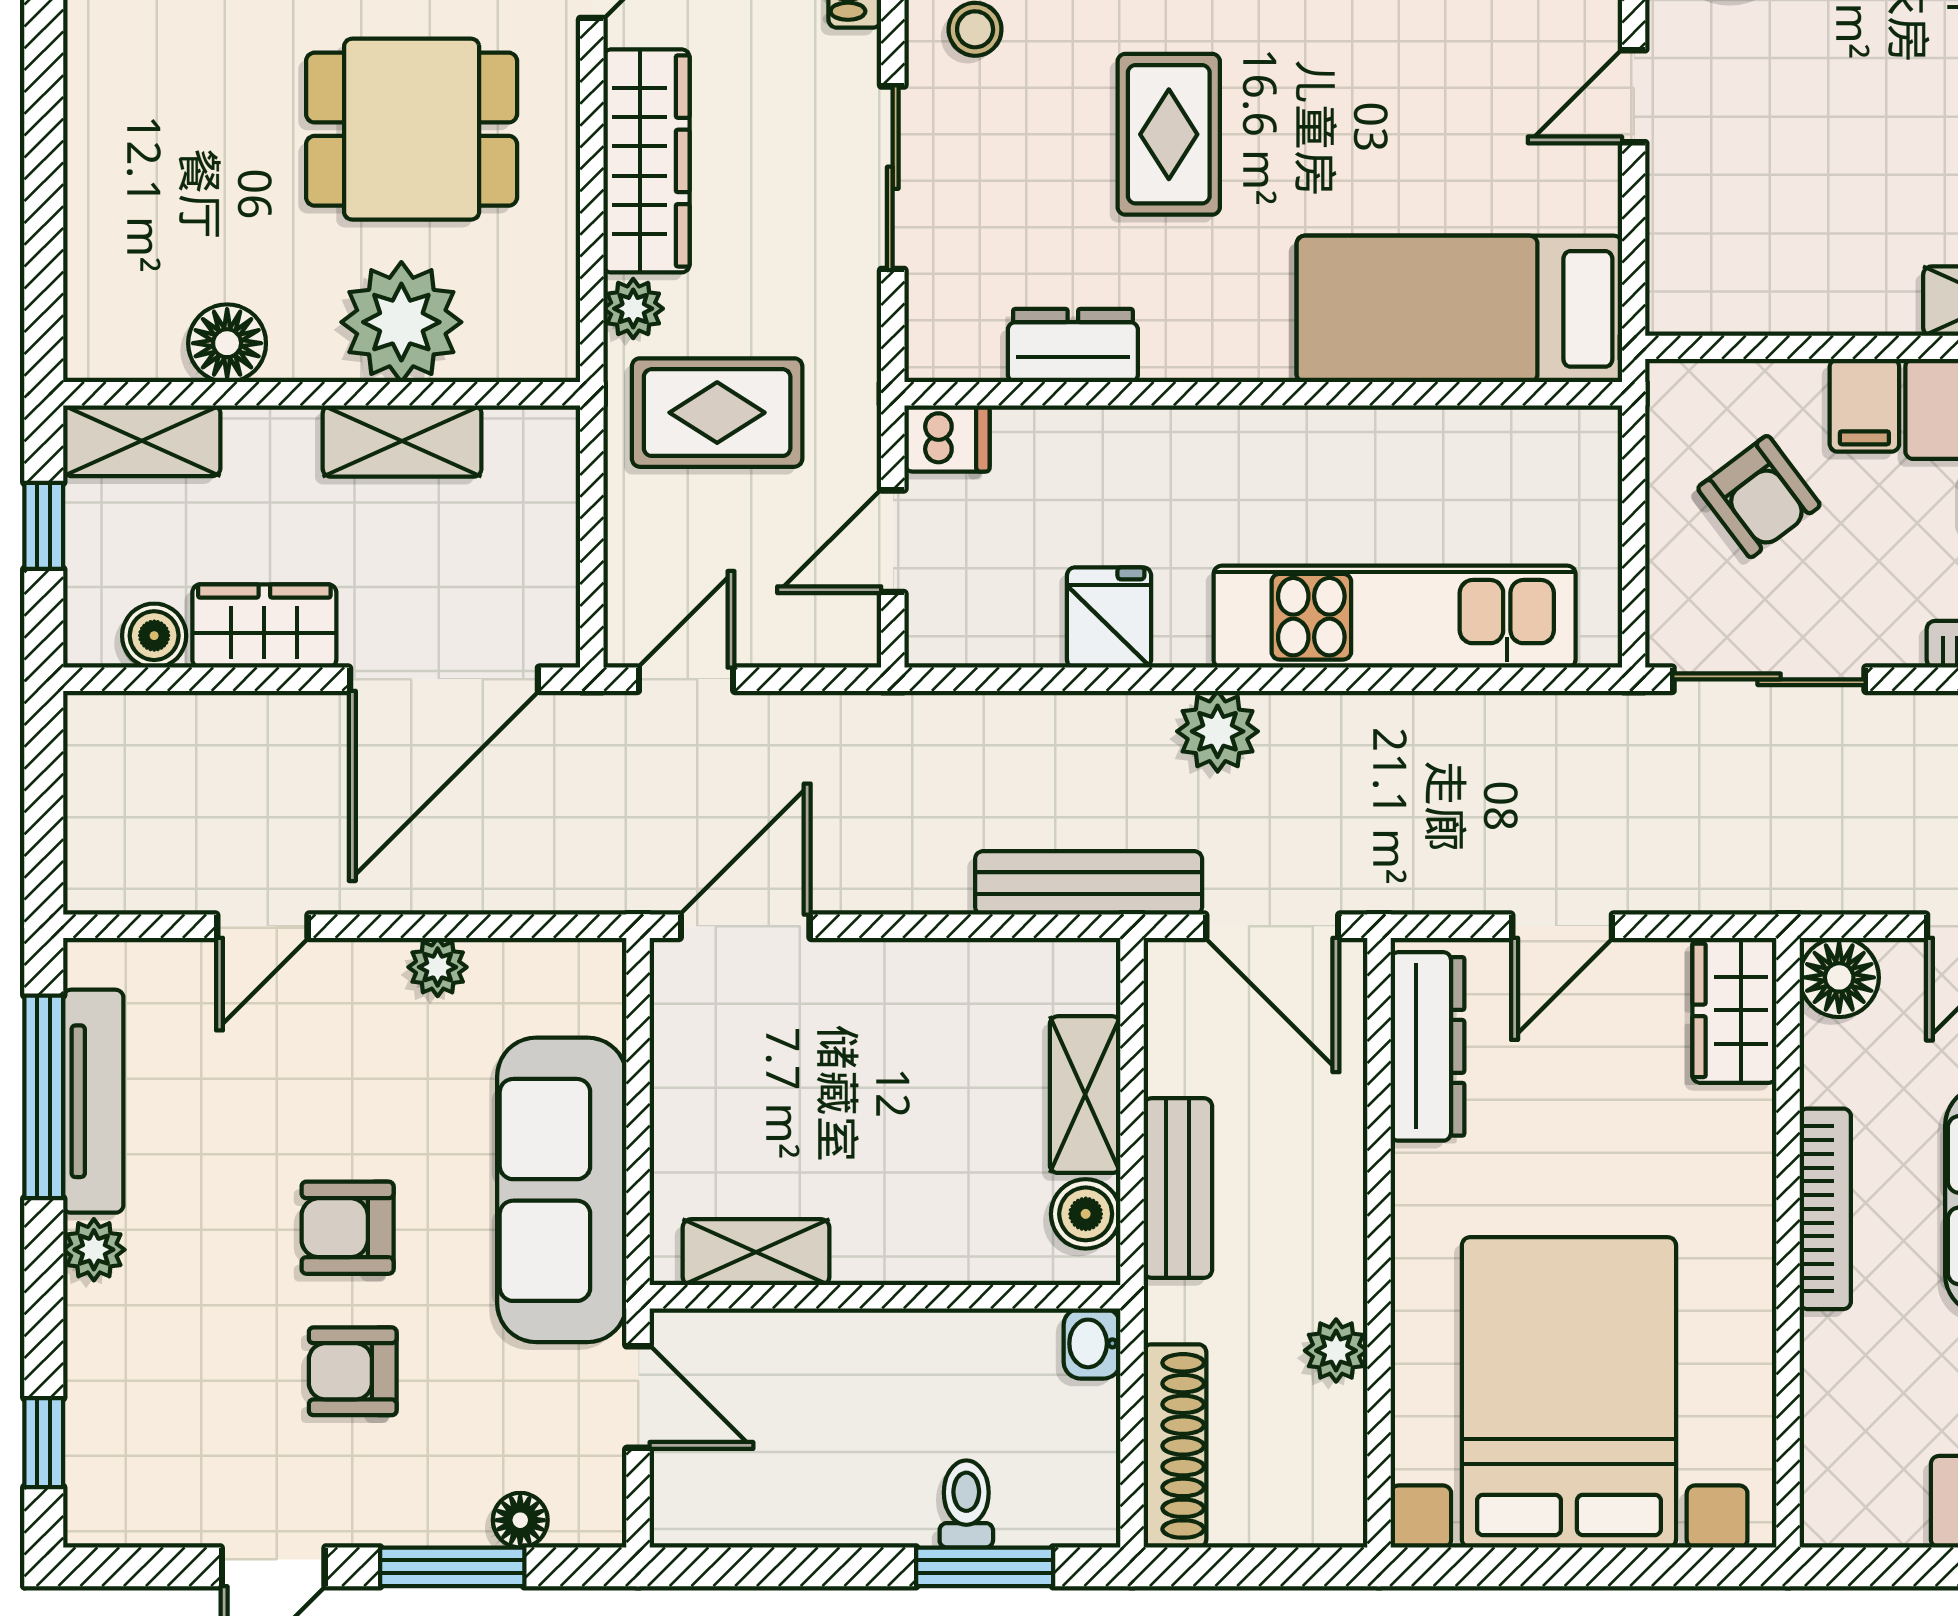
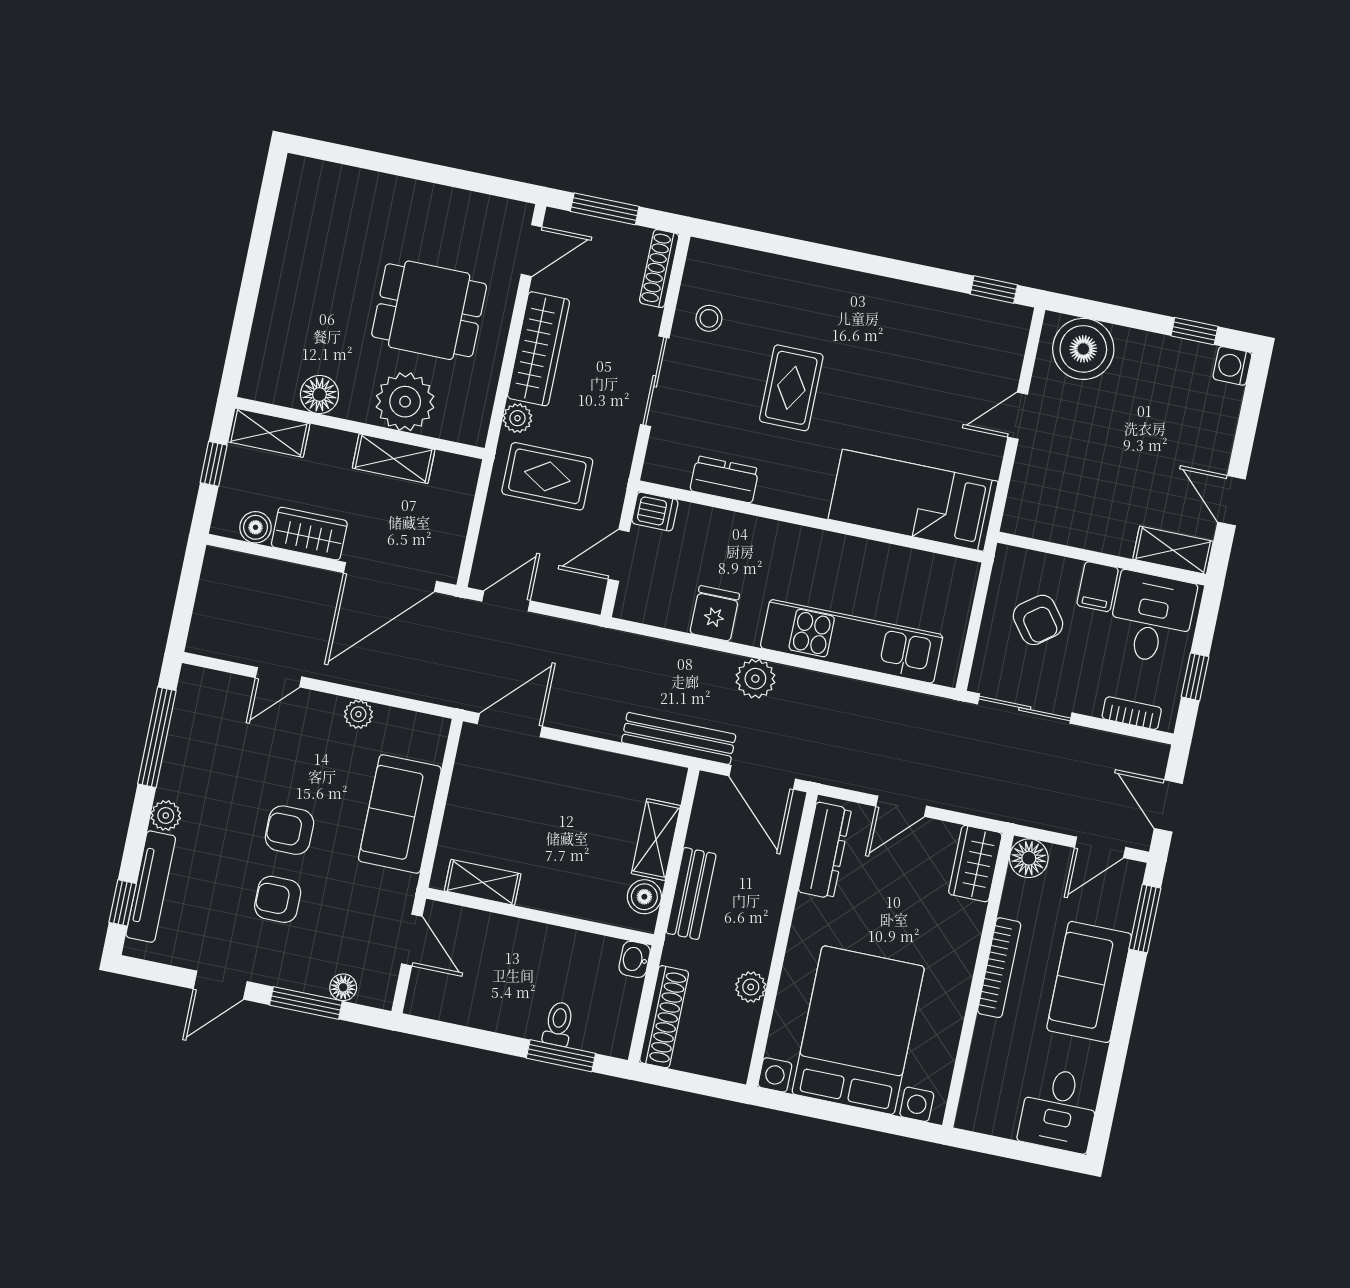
tv unit: (93, 1101) -> (151, 887), moved
sofa: (562, 1190) -> (400, 814), width x0.73

